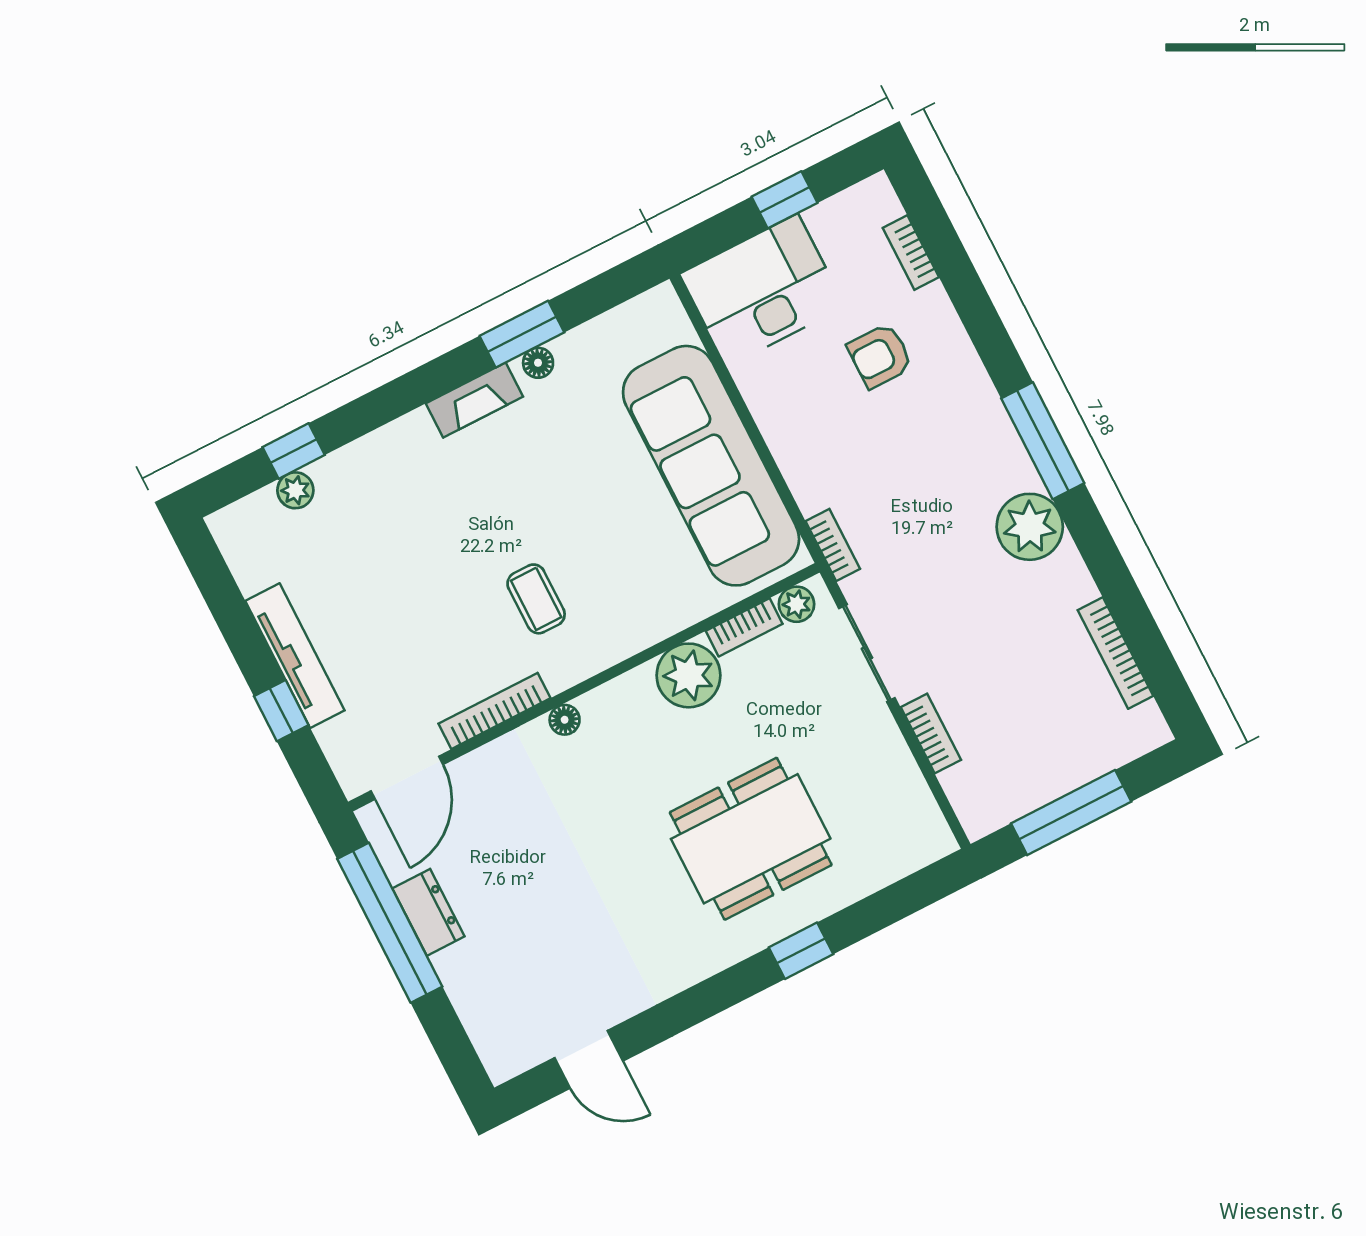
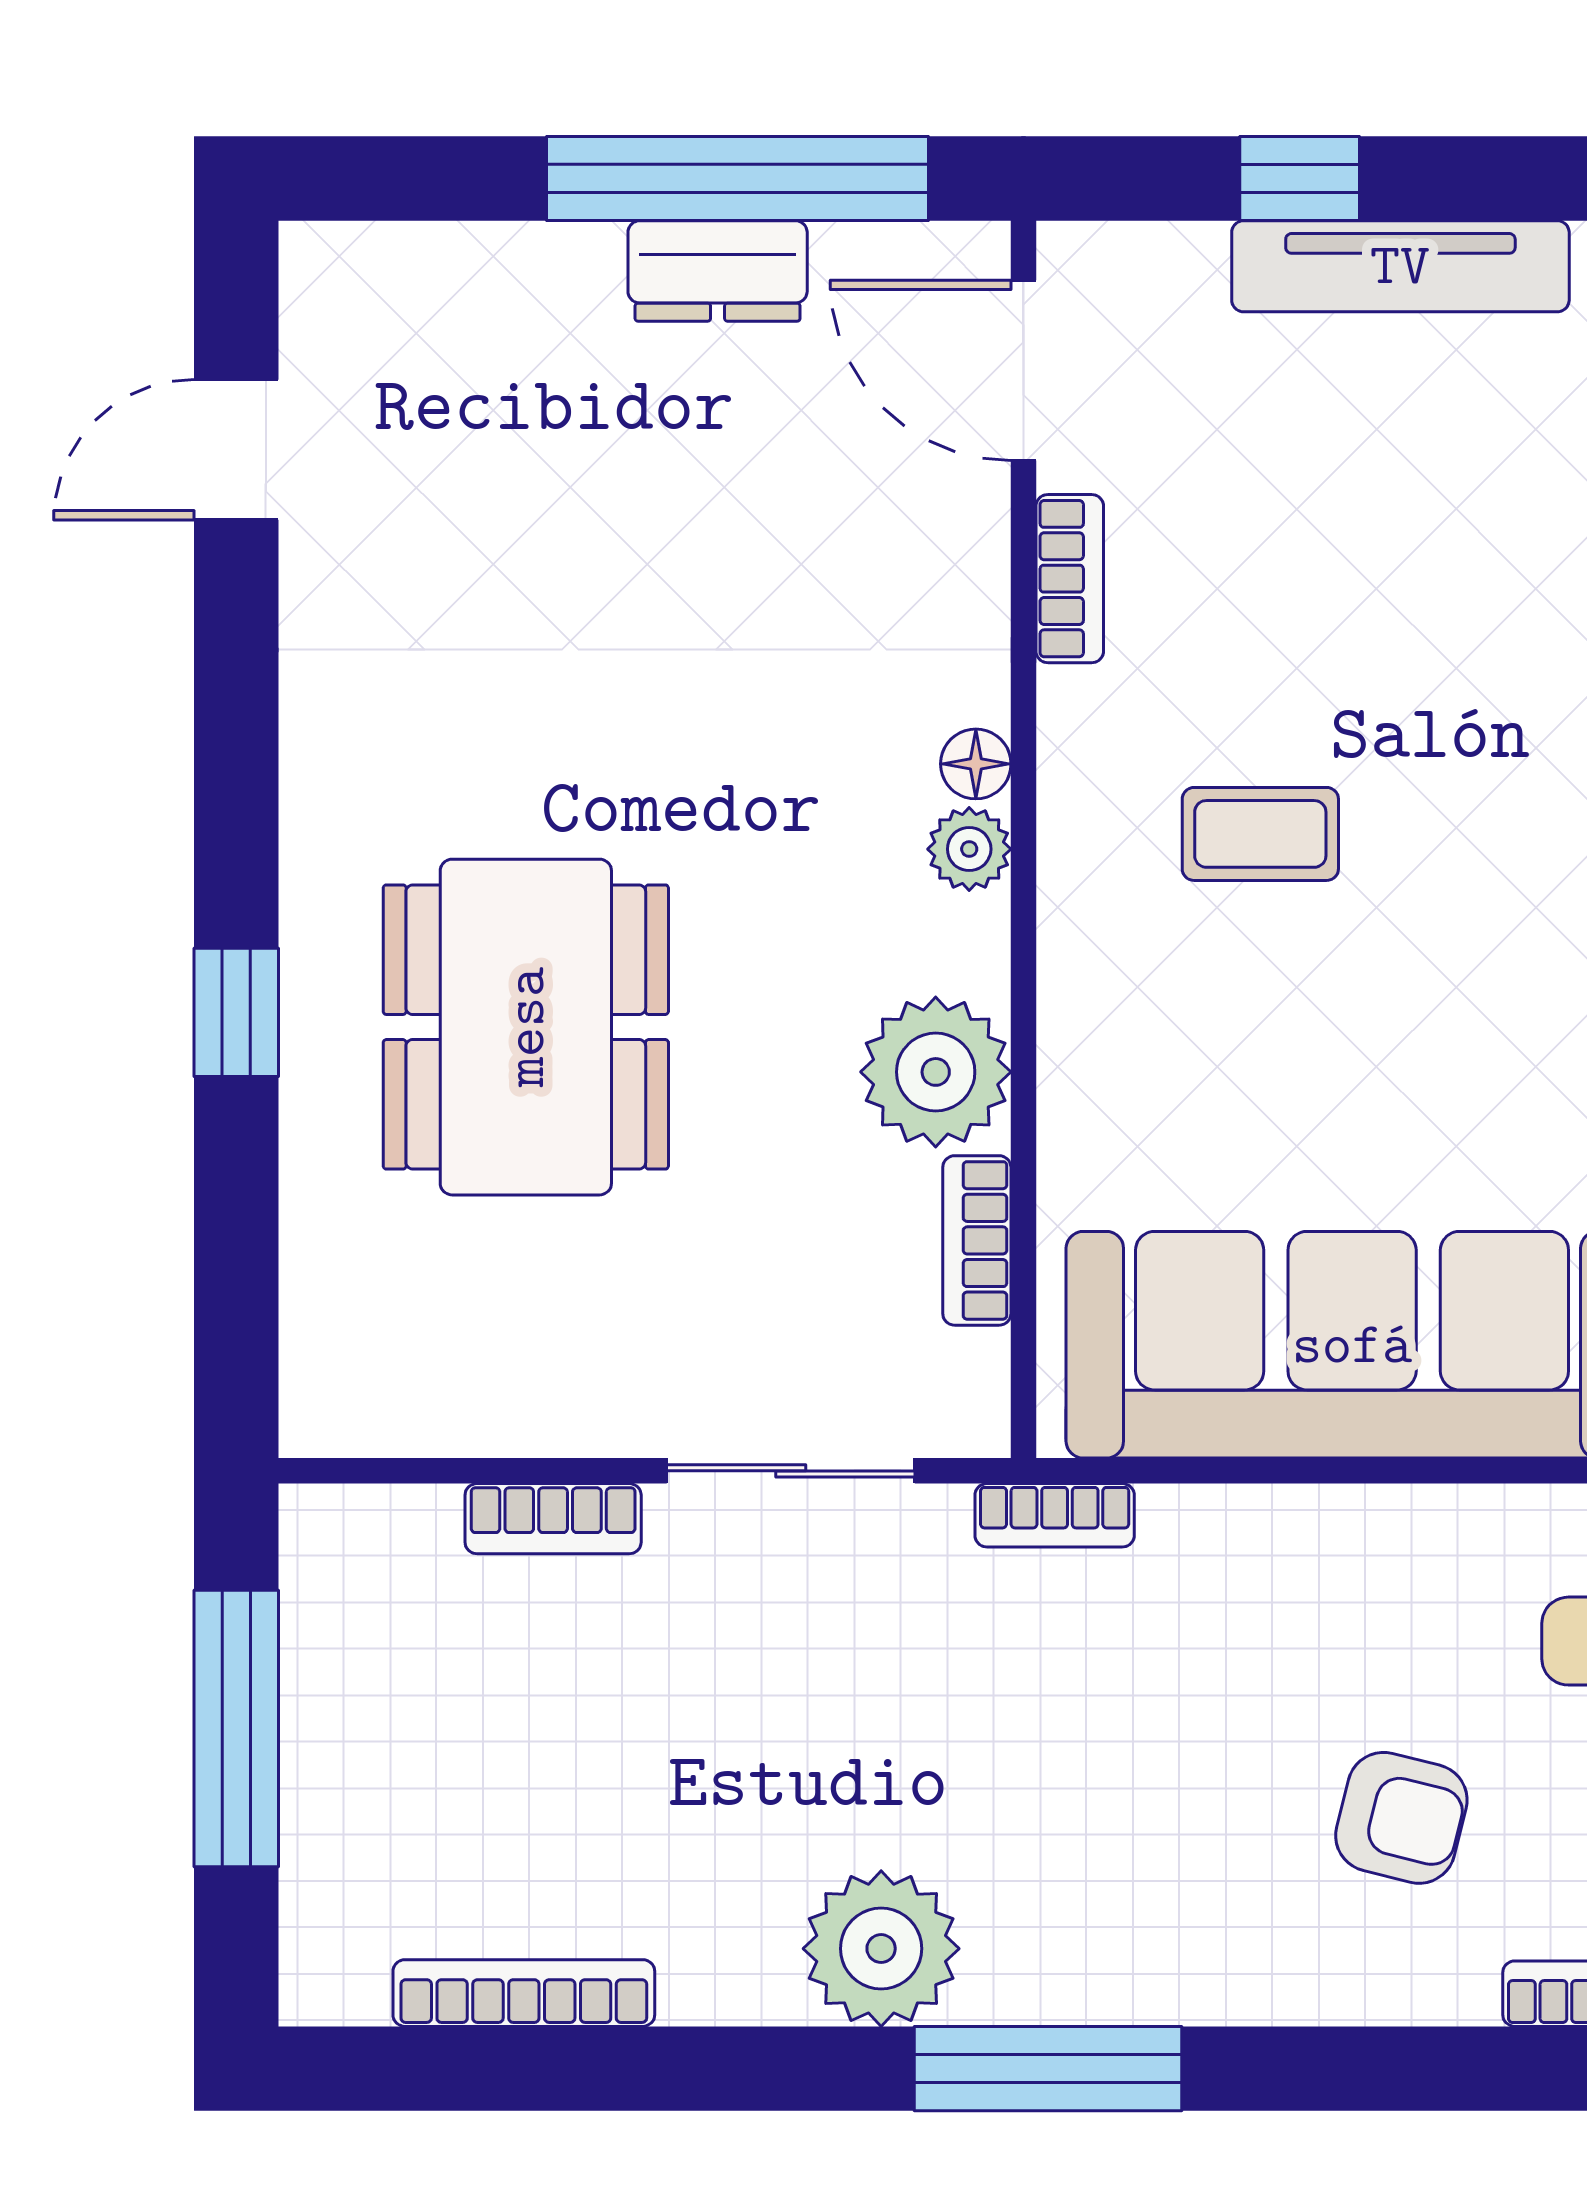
armchair: (880, 356) -> (1401, 1818), turned 104
plant: (796, 604) -> (969, 849), moved
bookcase: (494, 711) -> (1070, 579), width x0.64

